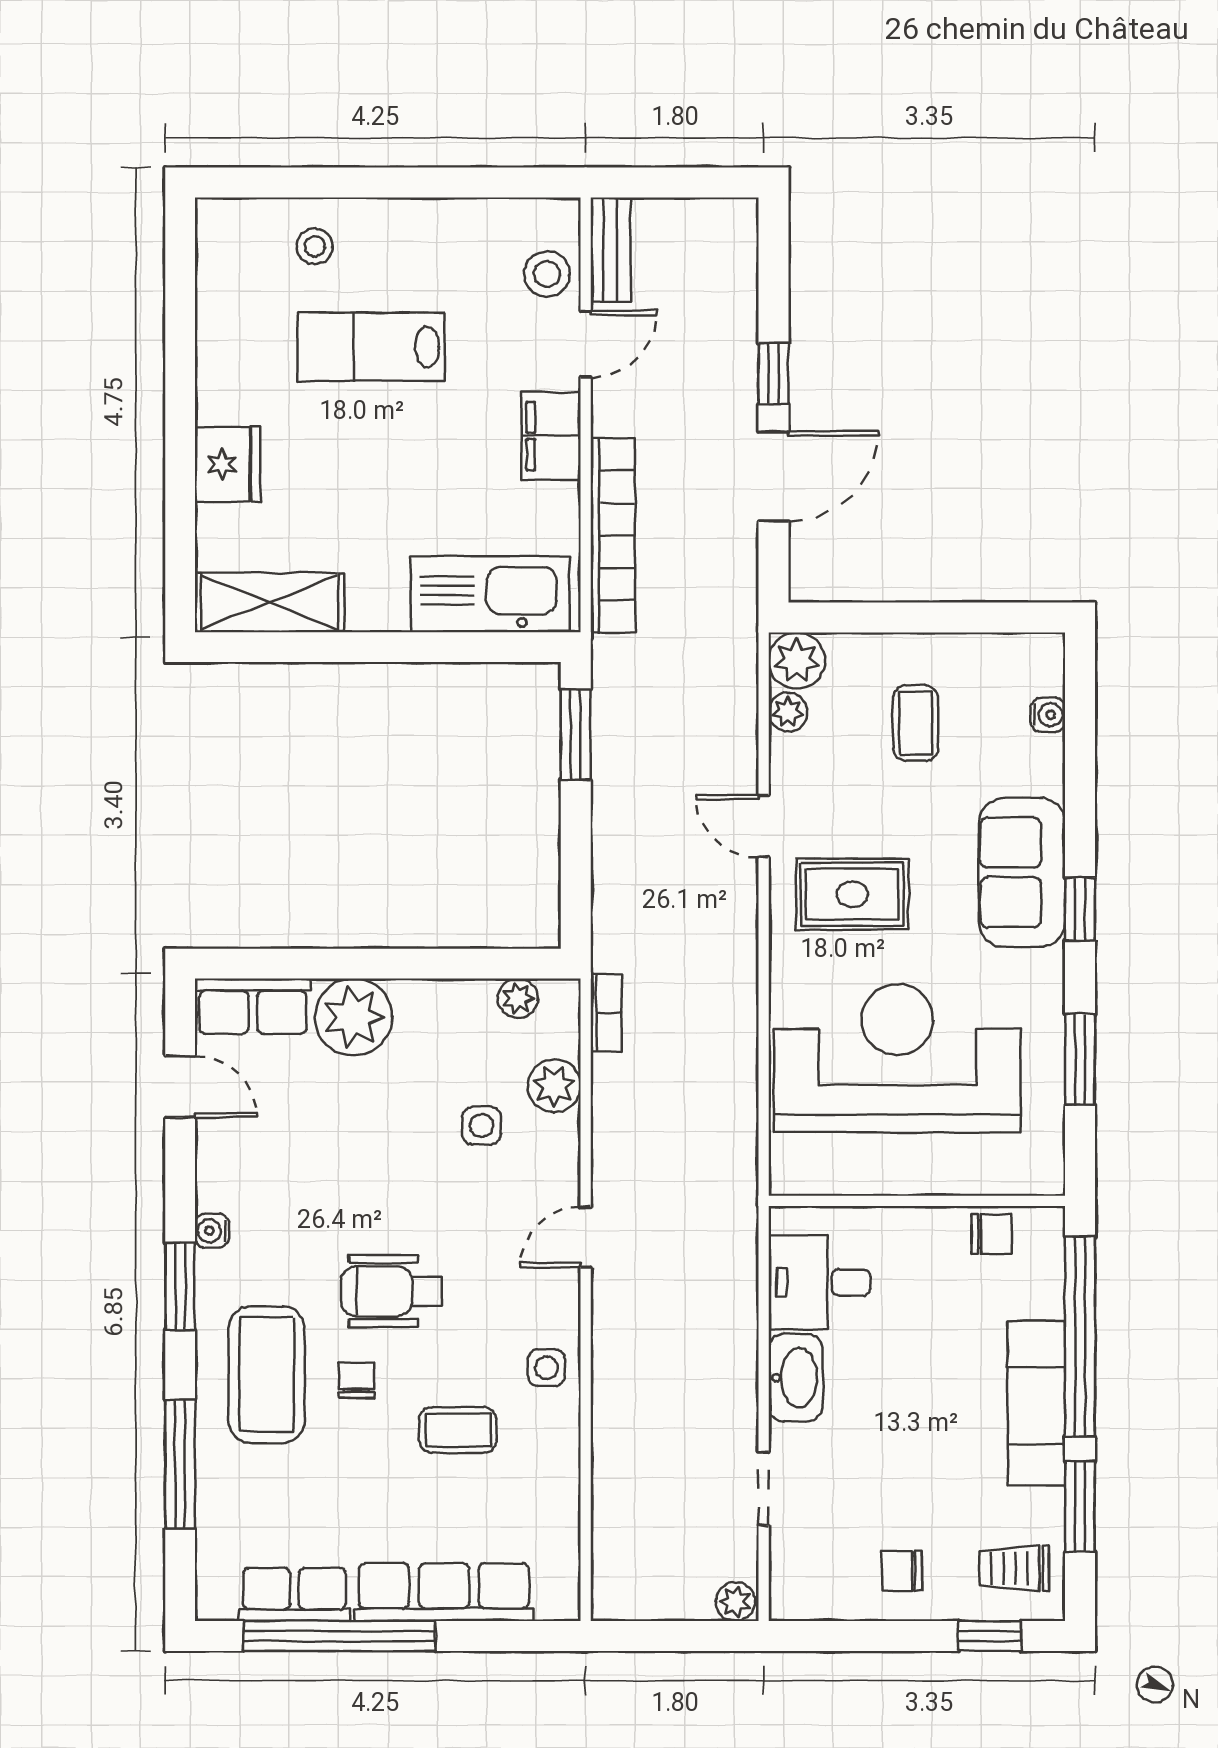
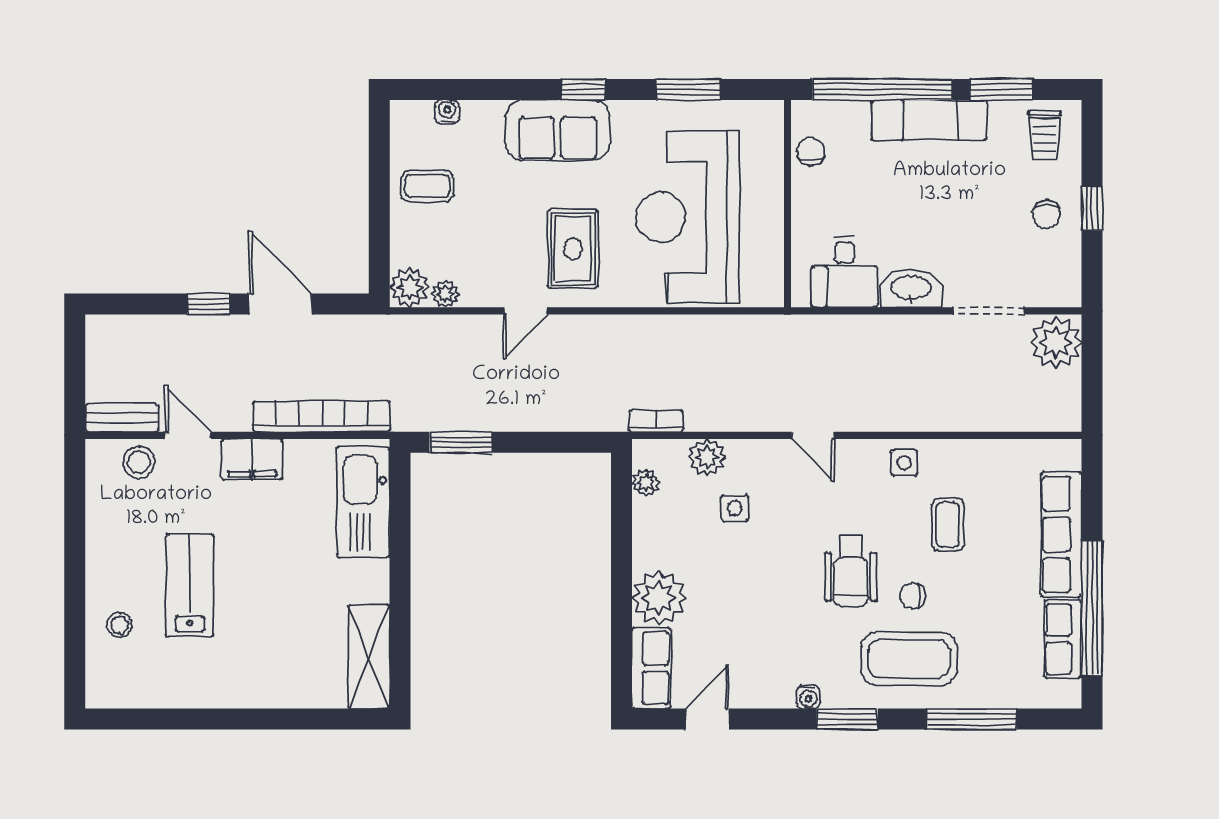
lab bench: (371, 347) -> (190, 585), turned 180
fridge: (227, 464) -> (272, 686), removed
coffee table: (916, 723) -> (427, 186), moved
doorway: (764, 1489) -> (989, 311), width x1.38
plant: (735, 1602) -> (1056, 343), width x1.88, depth x1.88
window: (990, 1636) -> (1092, 208), moved

